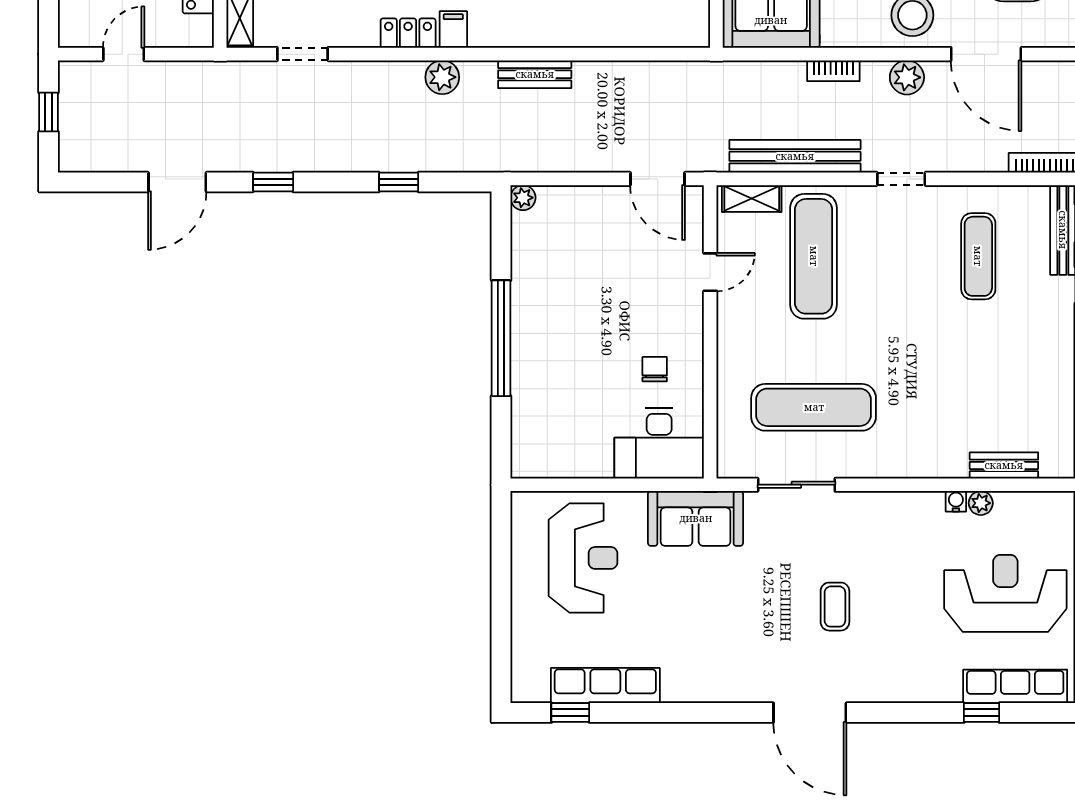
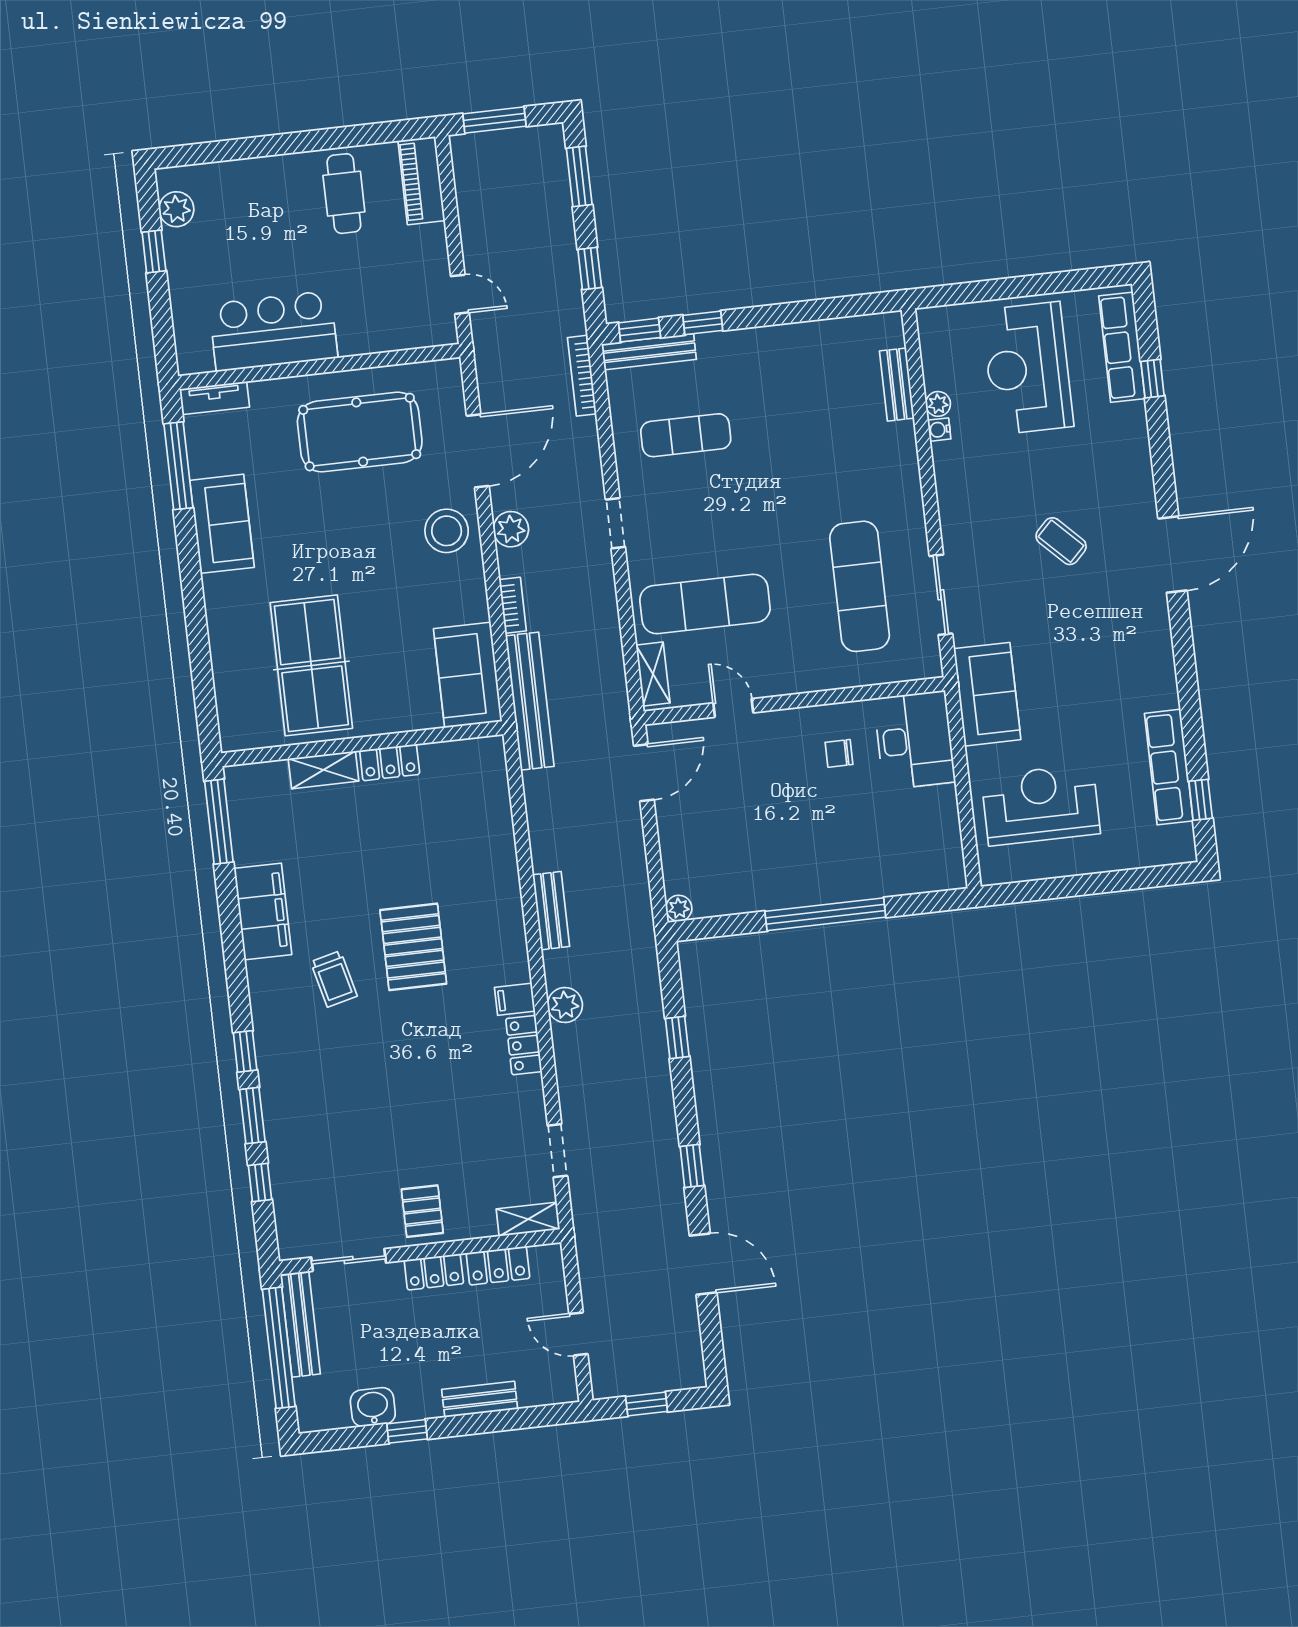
bench: (795, 156) -> (530, 701), moved
coffee table: (835, 607) -> (1061, 541), turned 45

